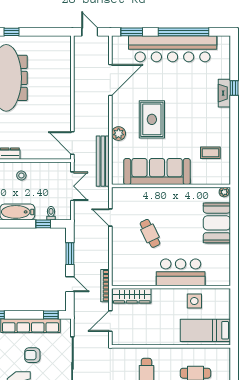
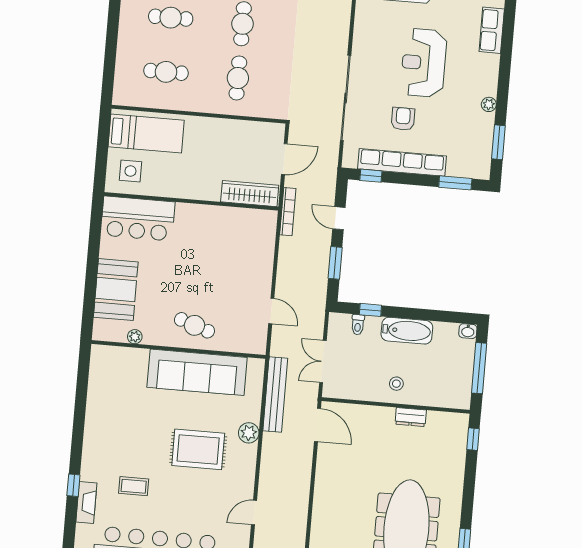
door: (110, 80) -> (254, 513), width x0.53
fireplace: (224, 93) -> (86, 502), moved
rug: (152, 119) -> (198, 449), turned 90
coffee table: (210, 153) -> (134, 486), moved
plant: (224, 192) -> (135, 337), moved
cafe table: (150, 233) -> (194, 325), moved, turned -45
bar counter: (181, 272) -> (138, 219), moved
side table: (194, 301) -> (130, 171), moved
armchair: (32, 355) -> (403, 119), turned -90

